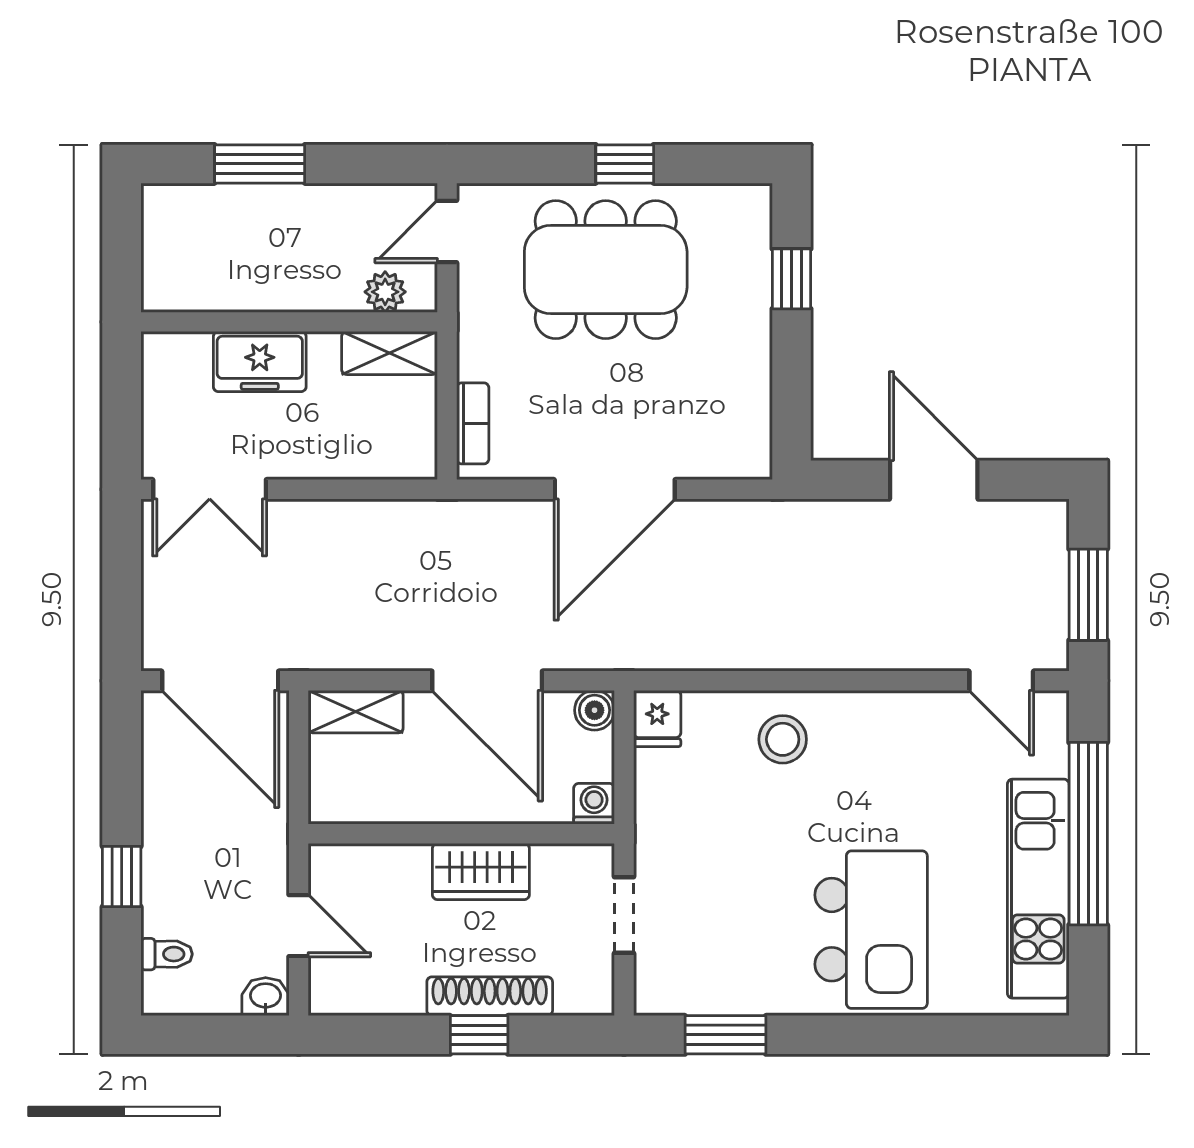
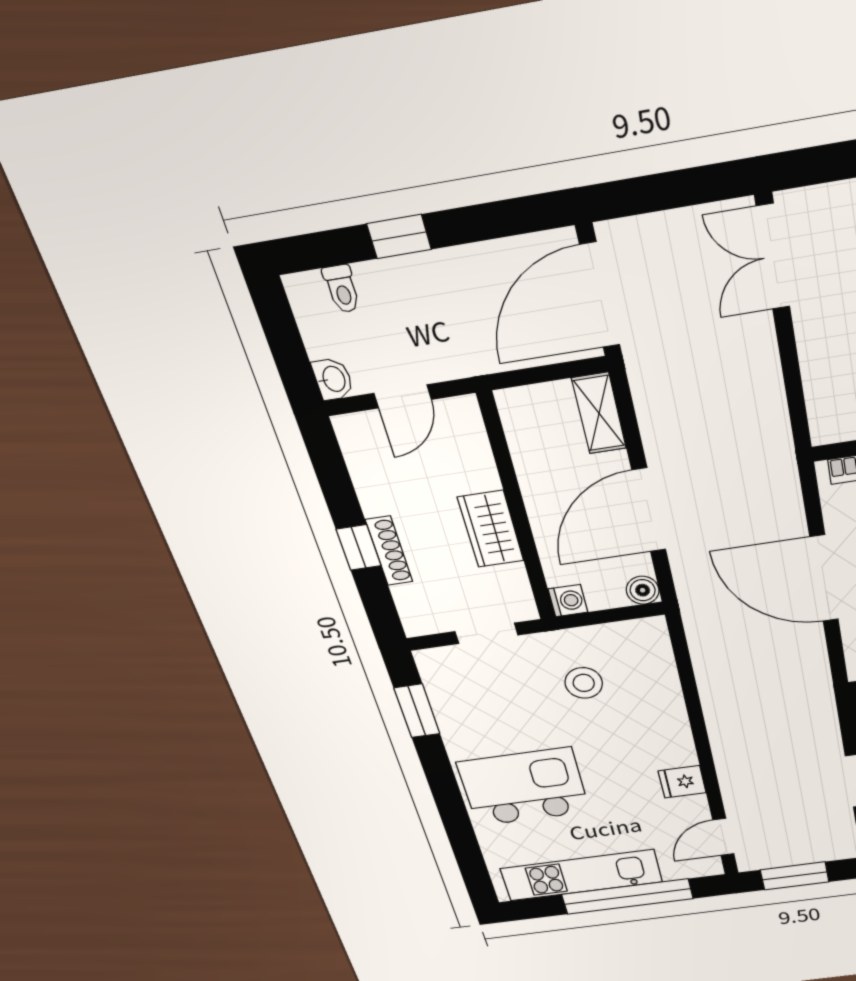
fridge: (657, 718) -> (682, 782), moved
stool: (783, 739) -> (584, 683), moved
kitchen island: (871, 930) -> (524, 787), turned 180
shoe rack: (490, 996) -> (389, 551), width x0.74, depth x0.81

